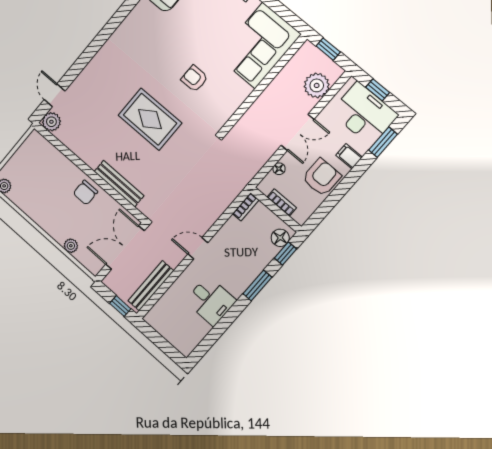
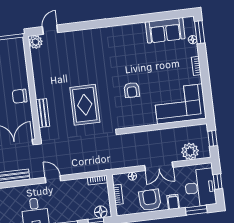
armchair: (194, 79) -> (132, 90), turned 180
rug: (150, 119) -> (85, 105), moved
armchair: (322, 177) -> (150, 200), turned -92
bench: (119, 184) -> (43, 113), width x0.73

